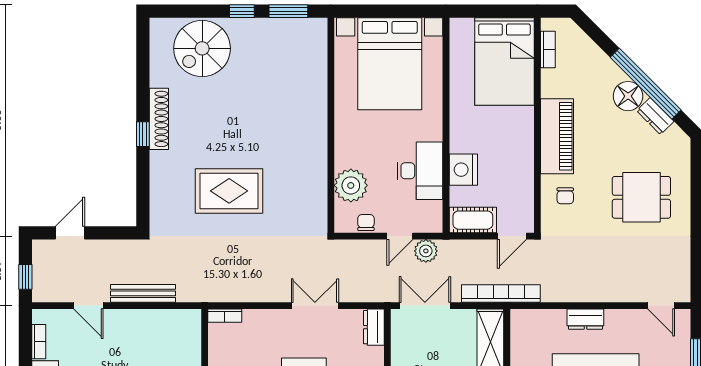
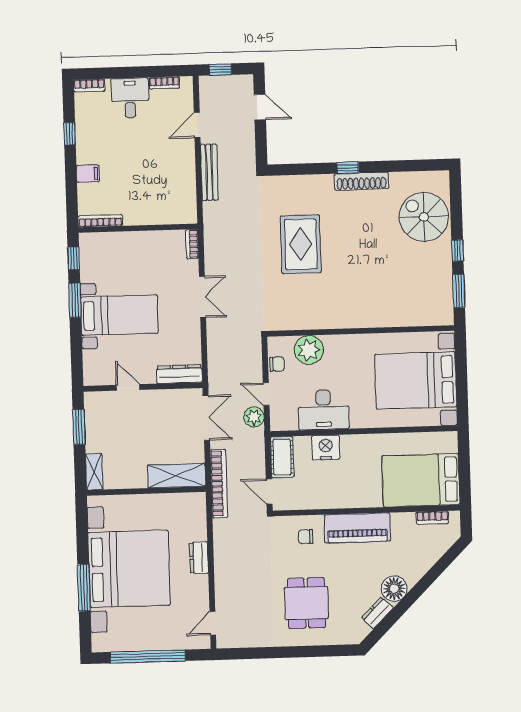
window: (646, 84) -> (405, 604), removed
double door: (315, 306) -> (202, 297), moved
dresser: (374, 327) -> (179, 374), width x1.44

